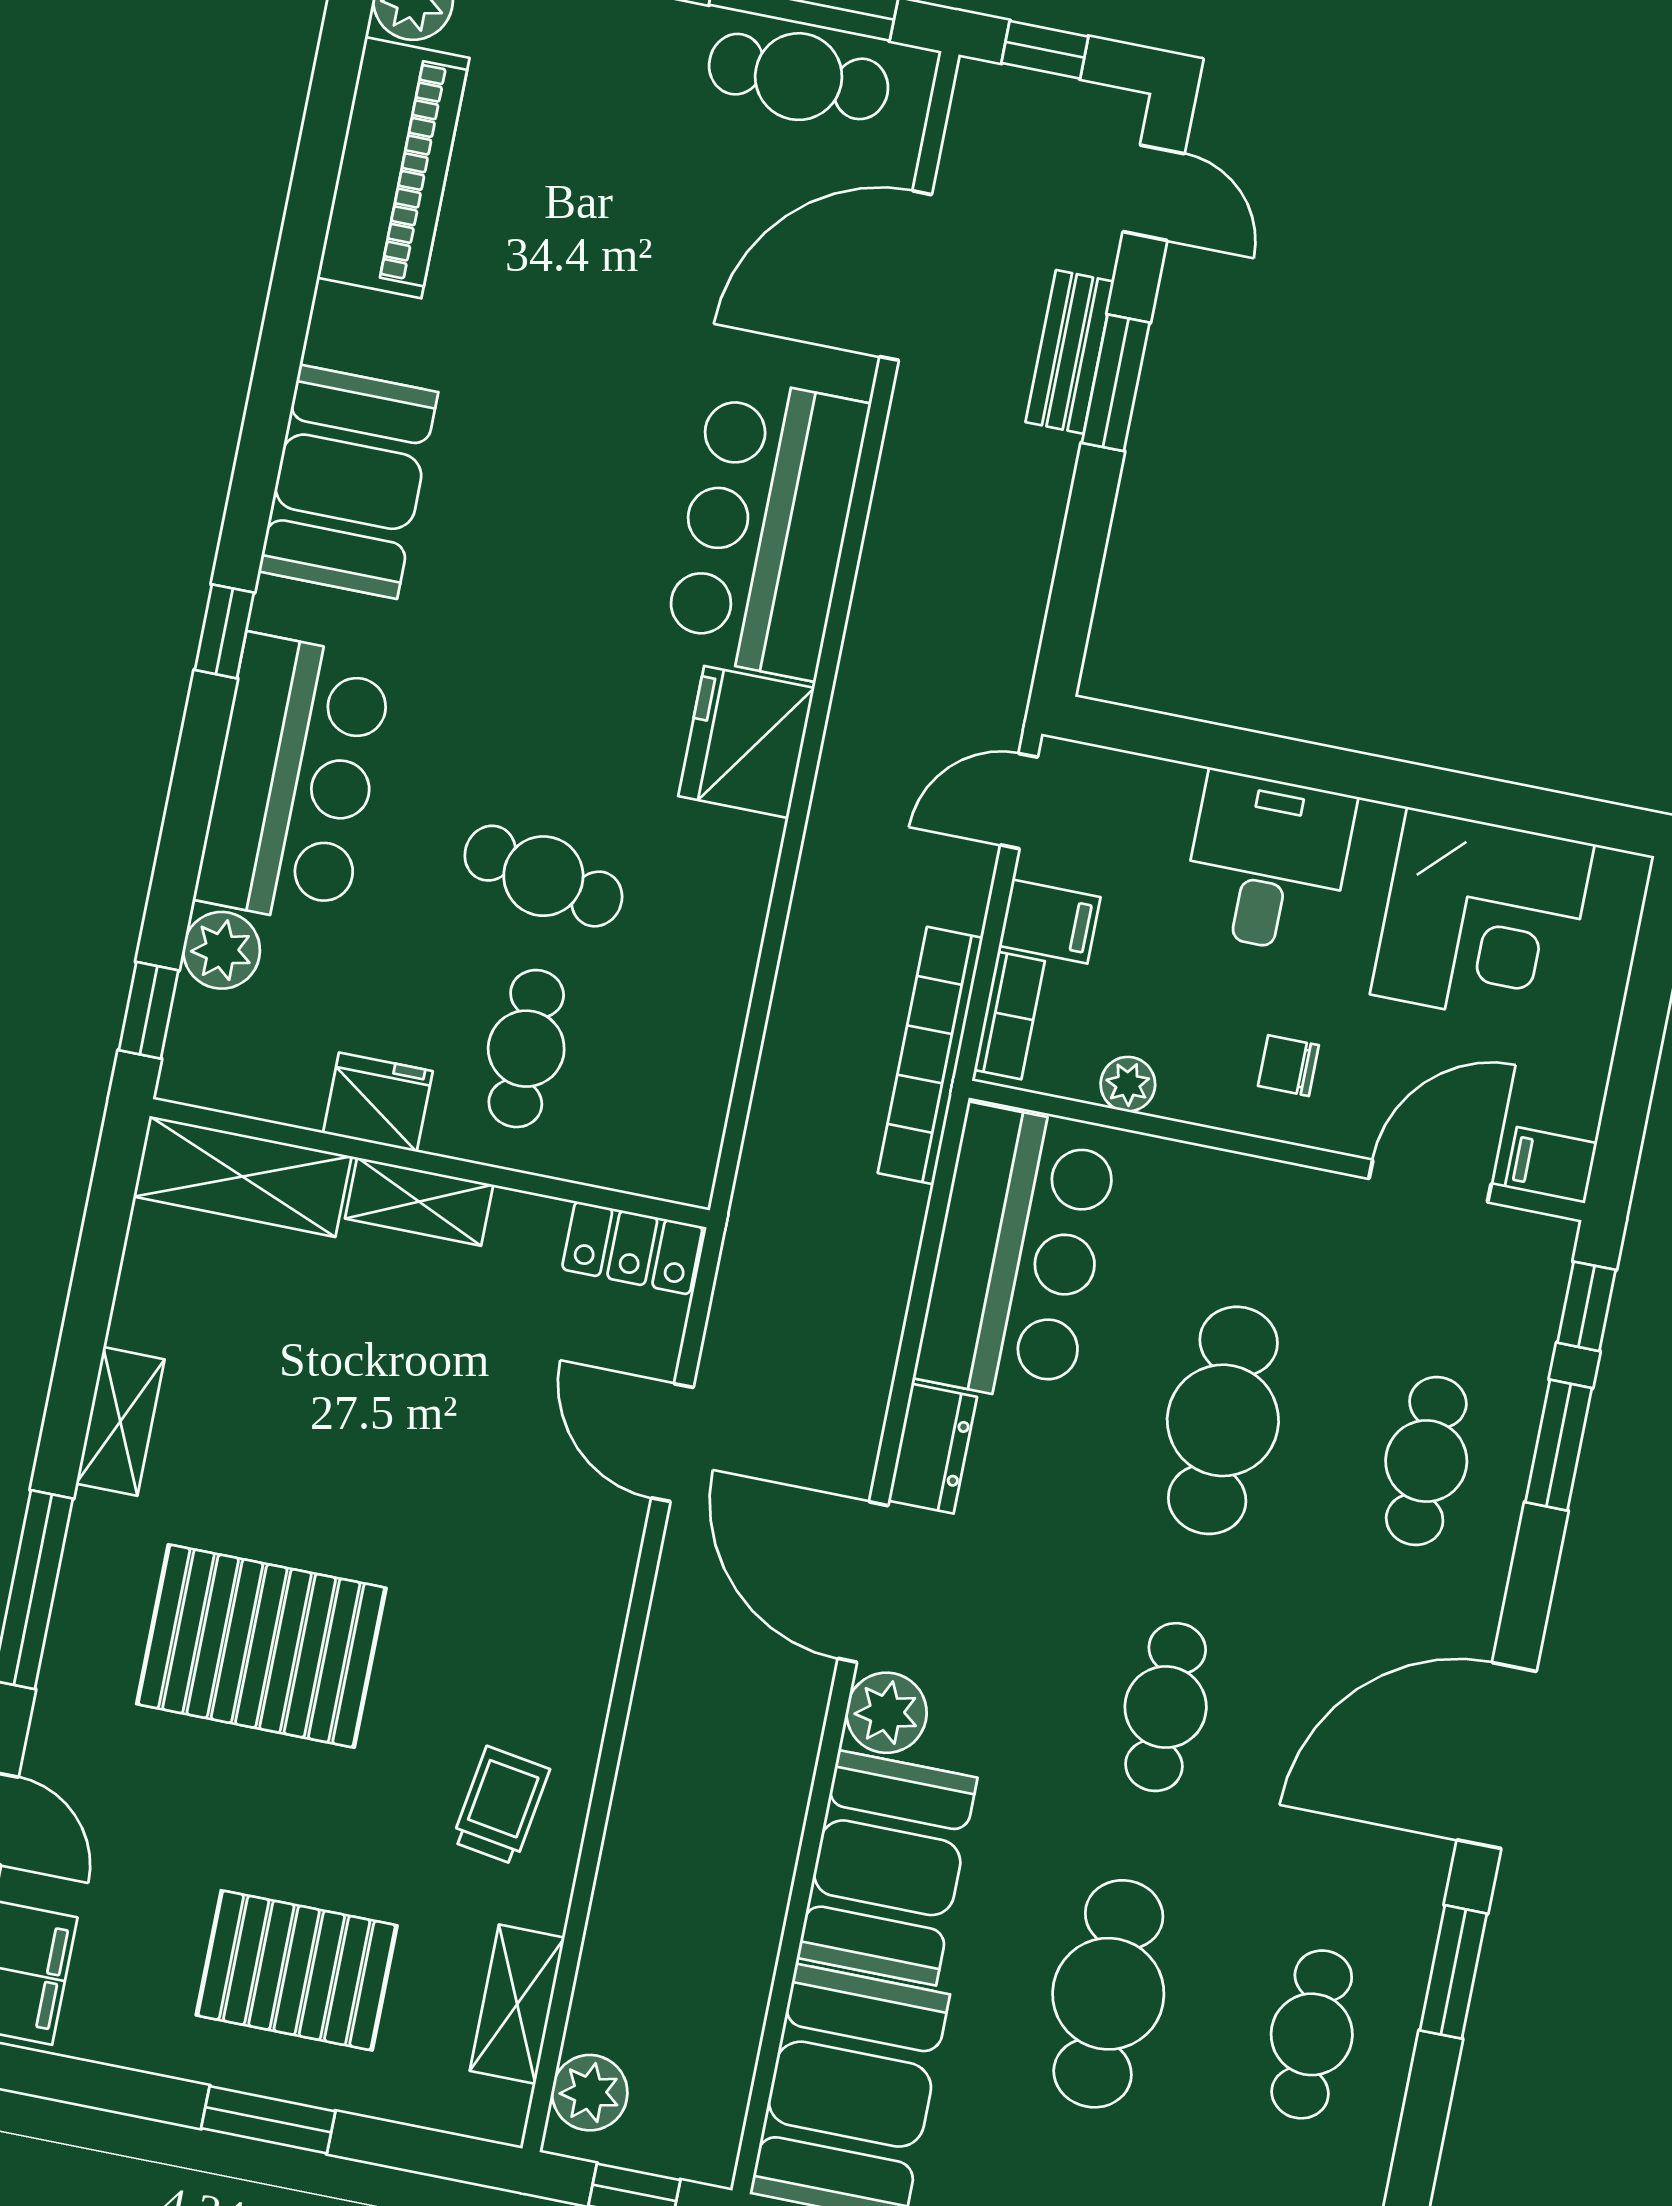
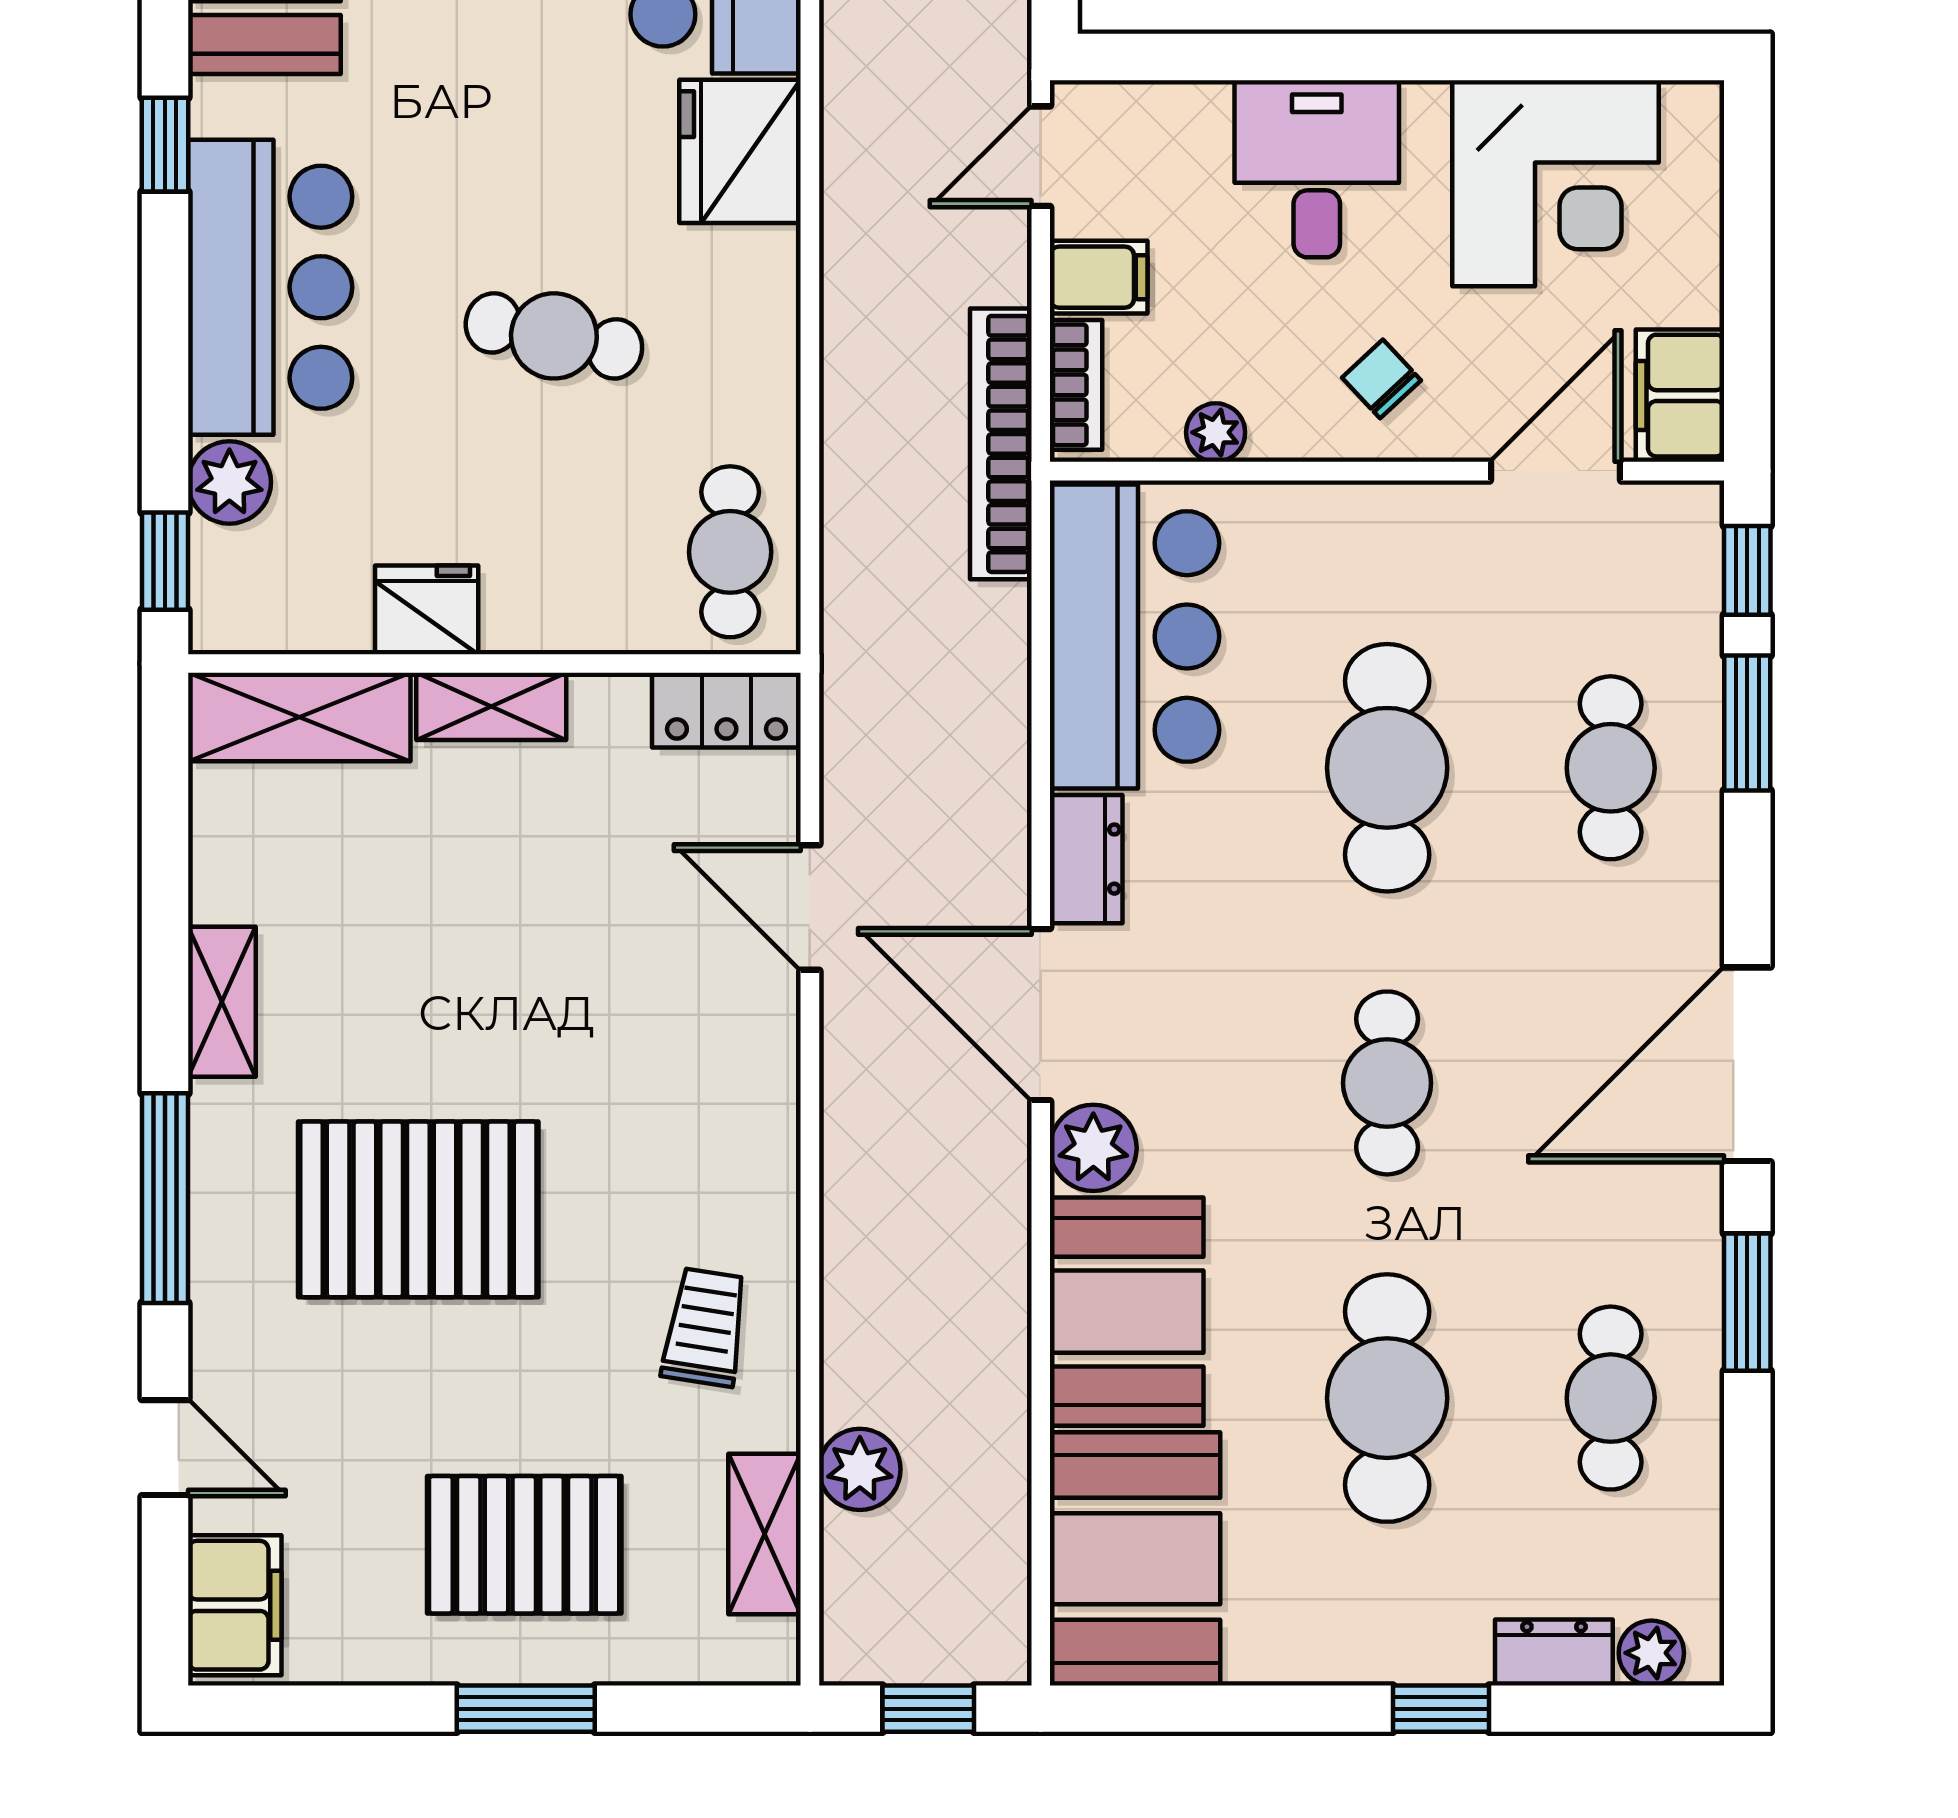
cafe table: (526, 1049) -> (730, 552), moved
chair: (1288, 1066) -> (1381, 379), turned 47
filing cabinet: (1551, 1165) -> (1680, 396), width x2.00
plant: (590, 2093) -> (860, 1469), moved

